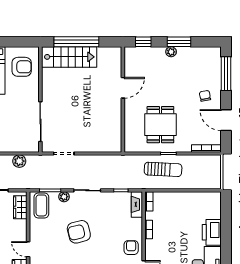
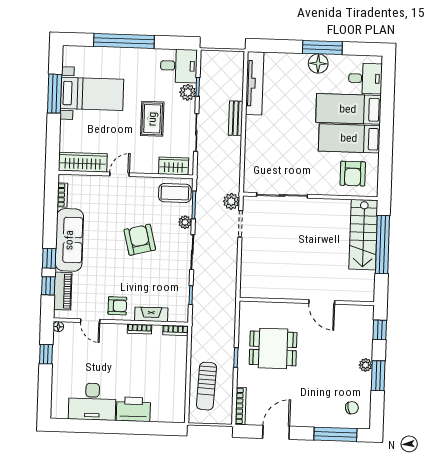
chair: (205, 96) -> (352, 408), moved
plant: (19, 161) -> (231, 201), moved
sun lounger: (163, 169) -> (206, 386), moved
fireplace: (137, 204) -> (151, 314), moved

